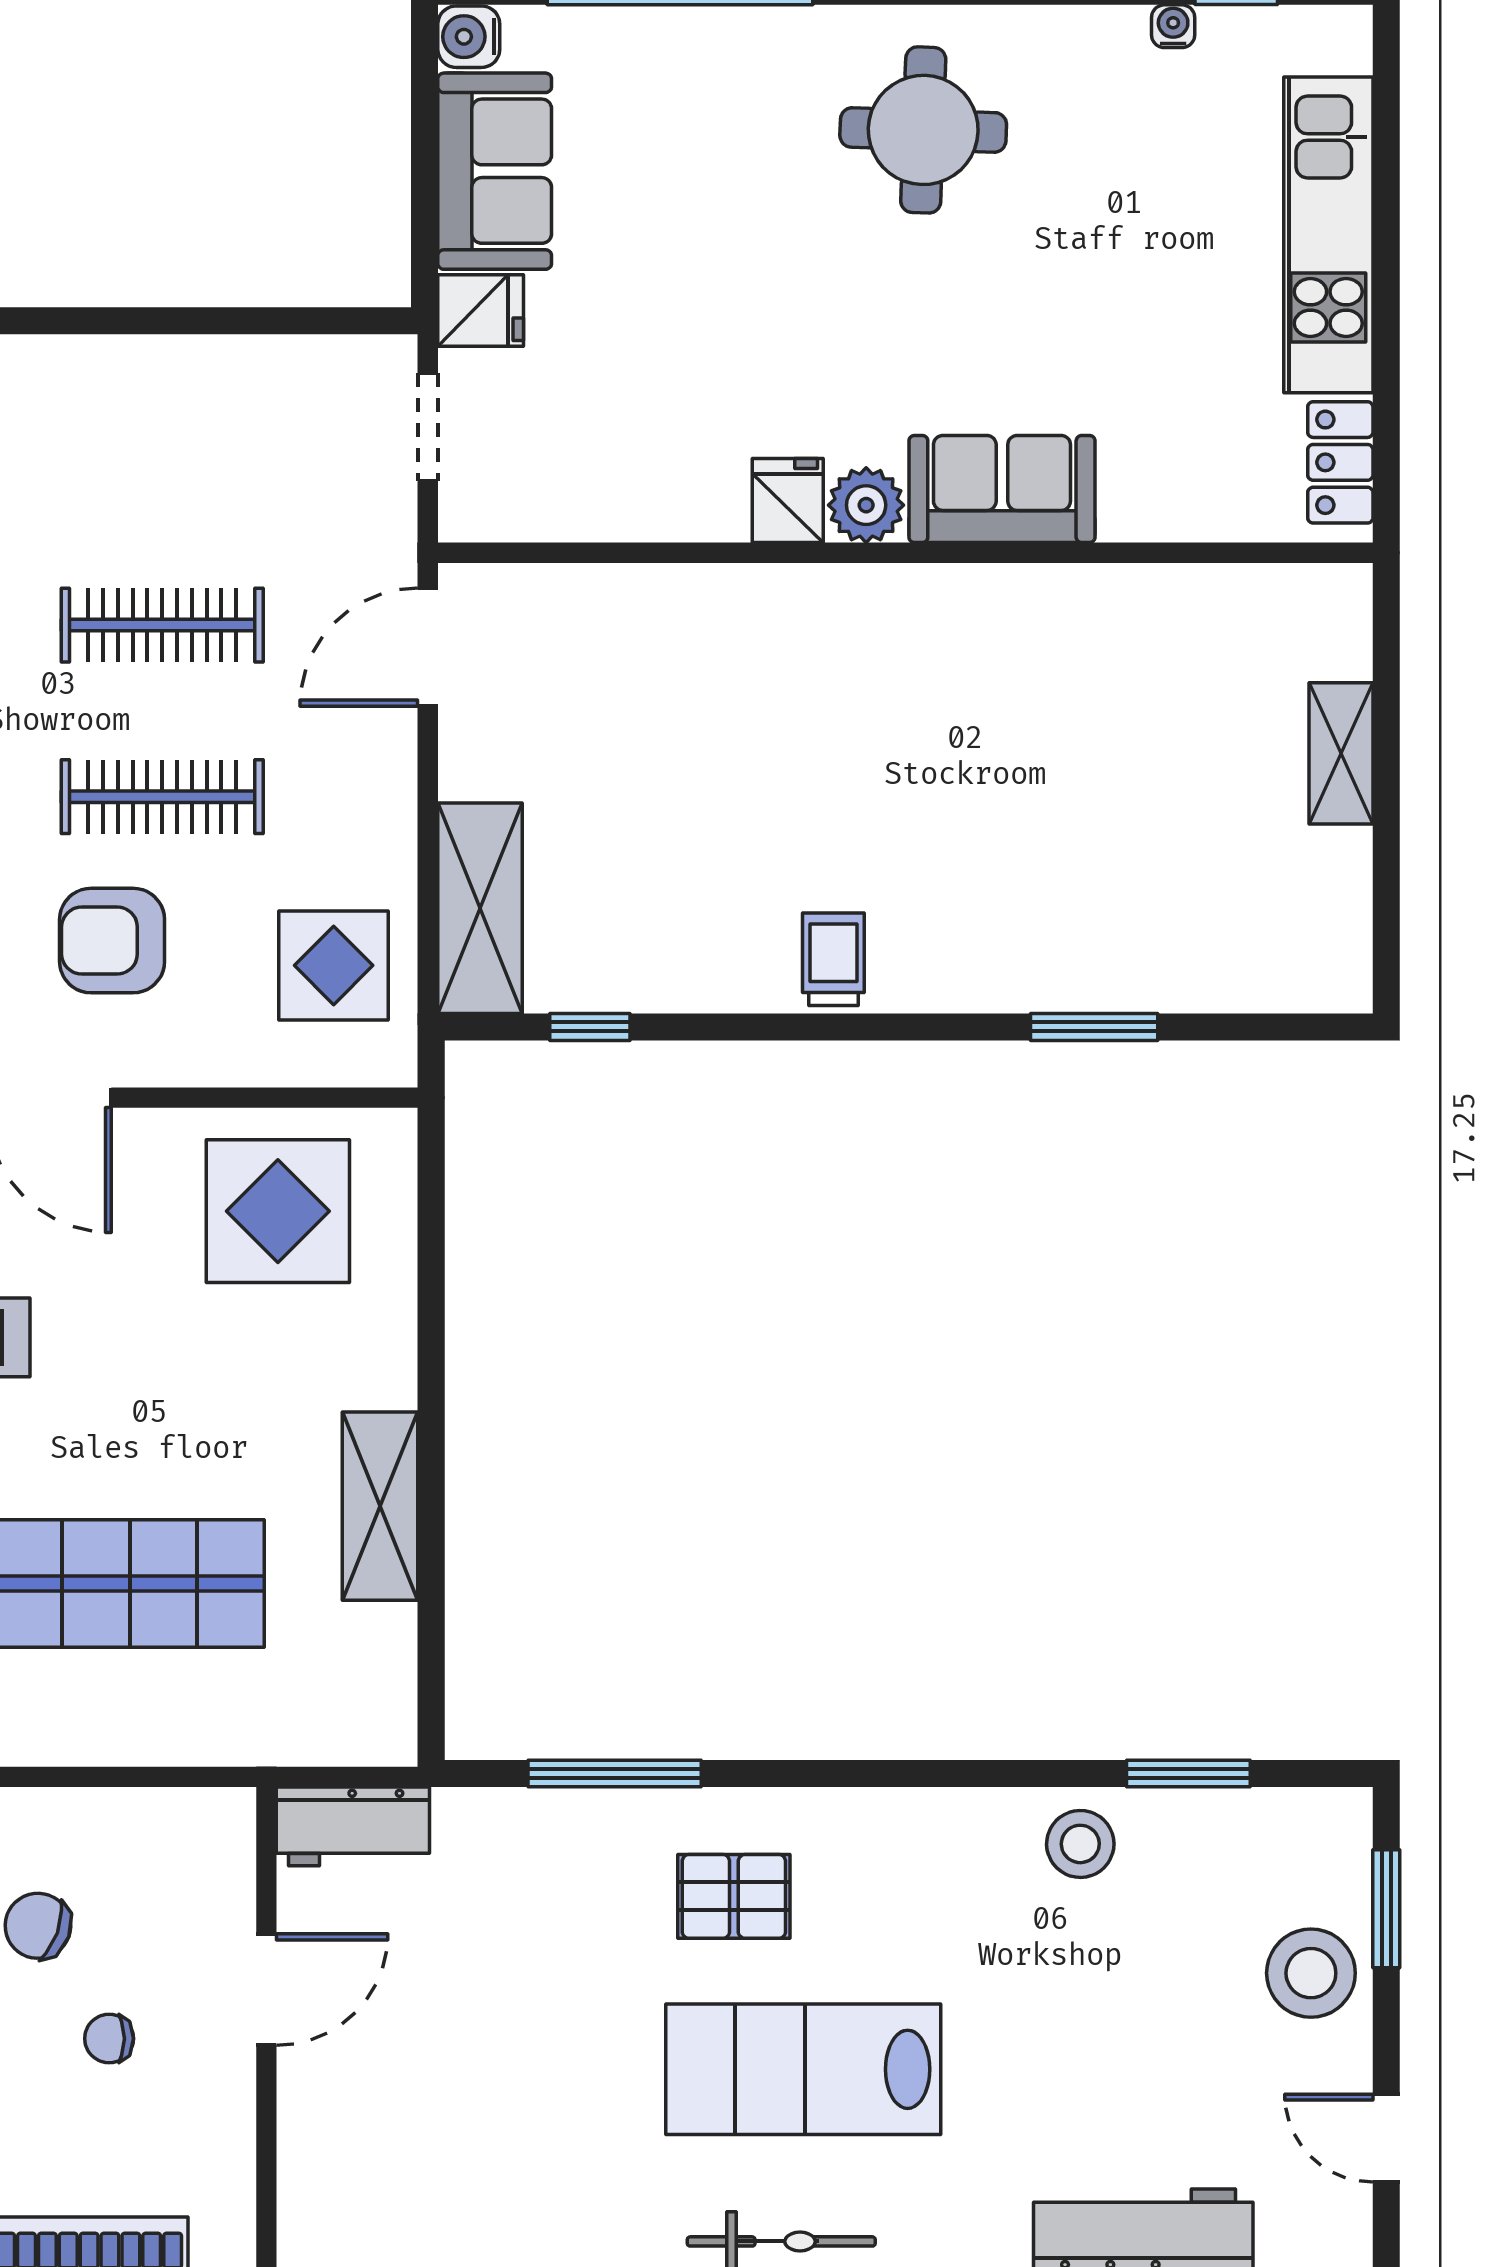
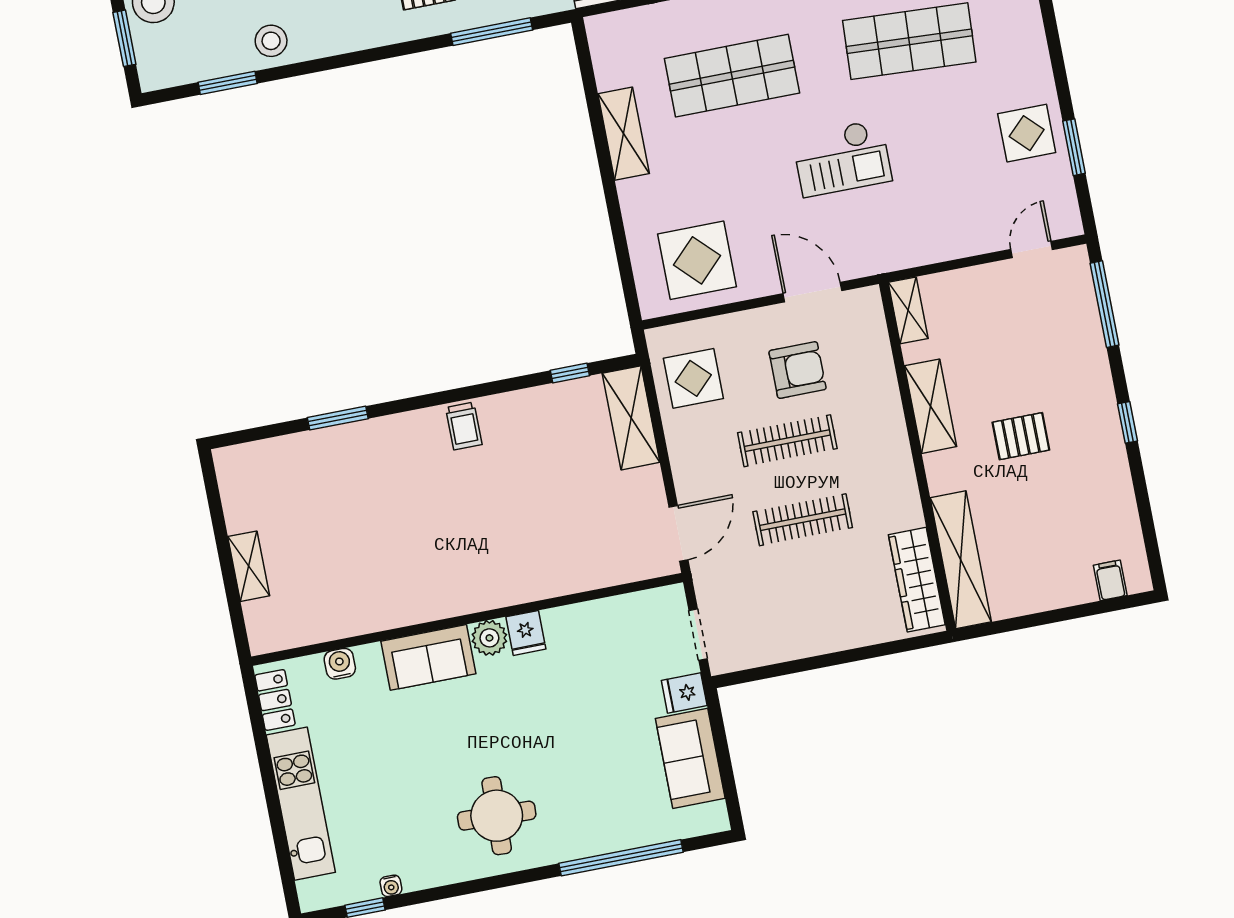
water cooler: (469, 37) -> (340, 664), moved, turned -90

